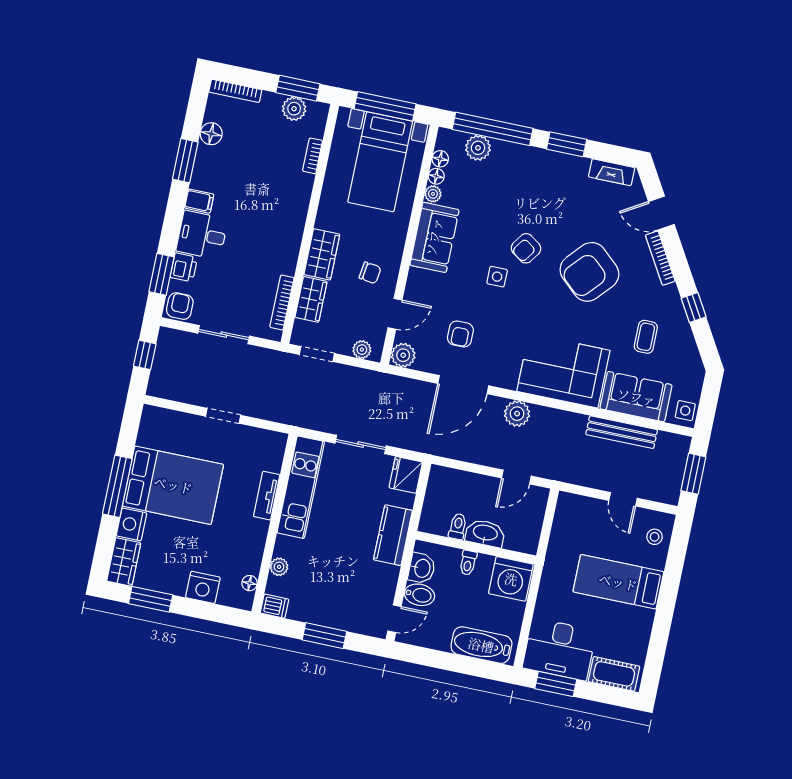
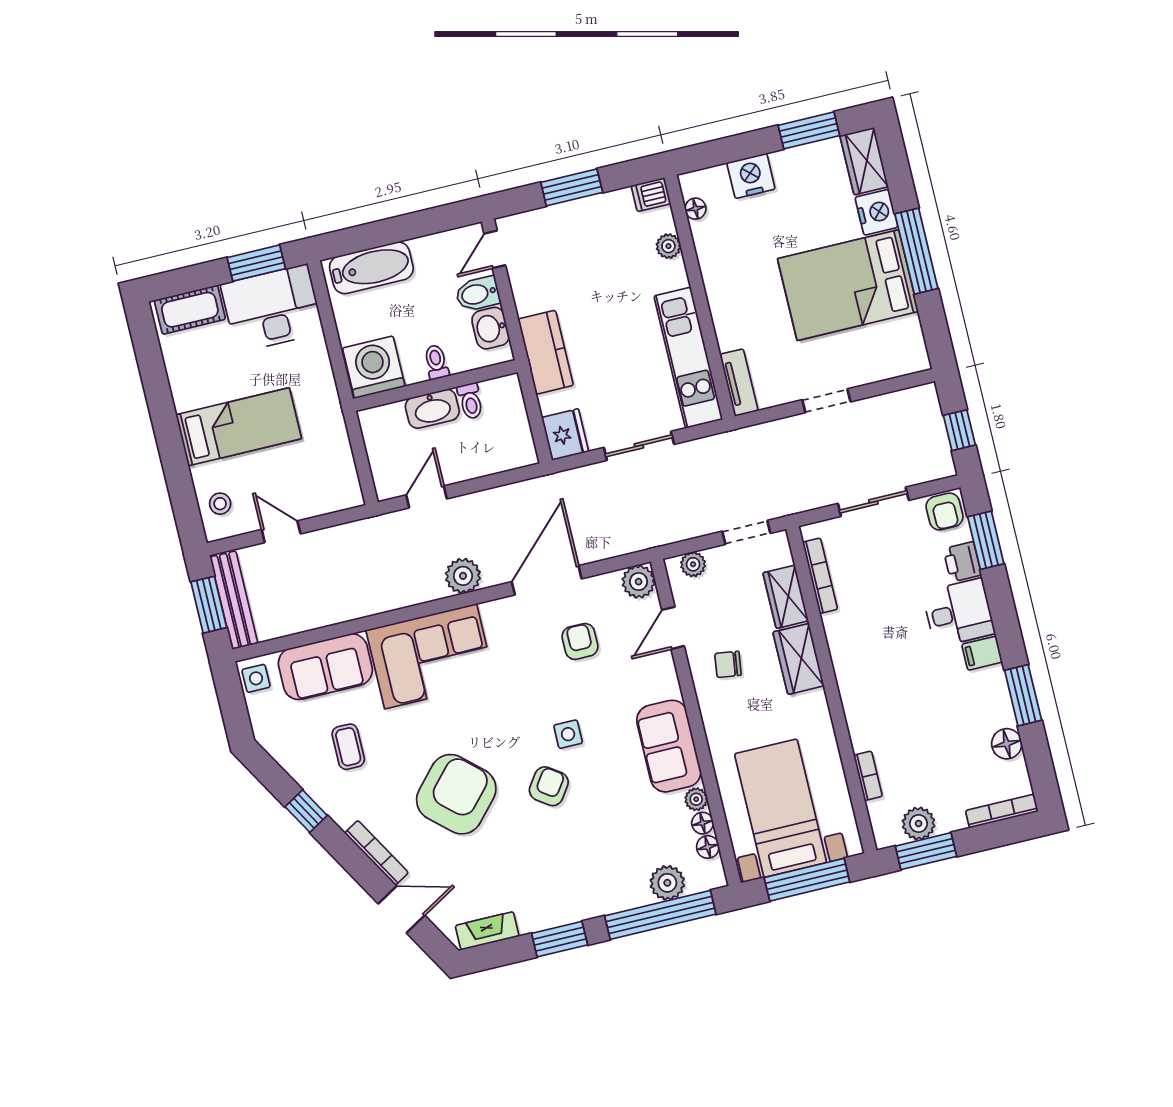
bench: (622, 432) -> (234, 600), moved, turned 90
tv unit: (267, 496) -> (739, 382), moved

